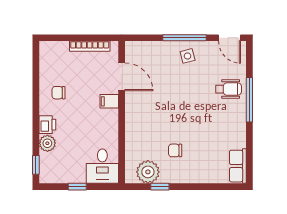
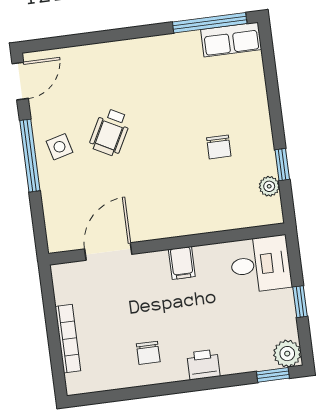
bookcase: (90, 46) -> (68, 339), moved
wheelchair: (228, 89) -> (110, 132), moved, turned -152
window: (249, 100) -> (210, 23), moved
filing cabinet: (109, 101) -> (182, 263), moved
plant: (47, 143) -> (287, 354), moved
plant: (148, 172) -> (269, 186), width x0.53, depth x0.53

